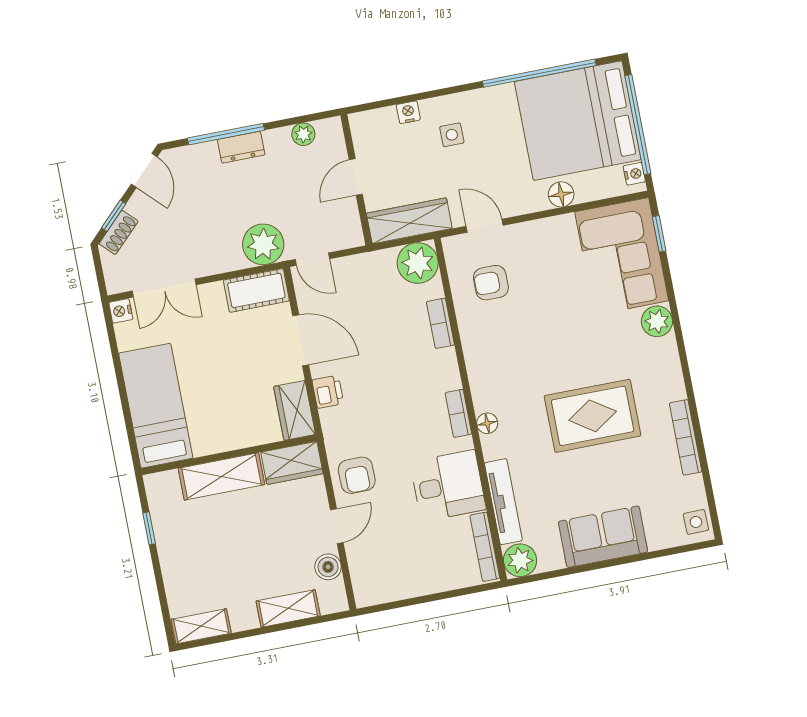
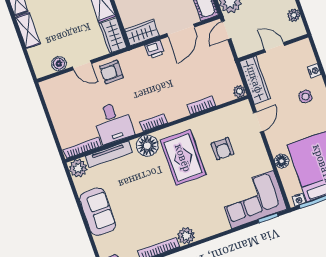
plant: (418, 263) -> (239, 91), width x0.53, depth x0.53
armchair: (491, 283) -> (223, 149), moved, turned 180
plant: (657, 321) -> (186, 236), moved
rug: (593, 416) -> (183, 158), moved
floor lamp: (487, 423) -> (147, 146), width x1.89, depth x1.89
shelving: (288, 608) -> (28, 30), moved

